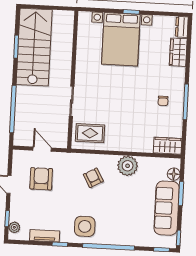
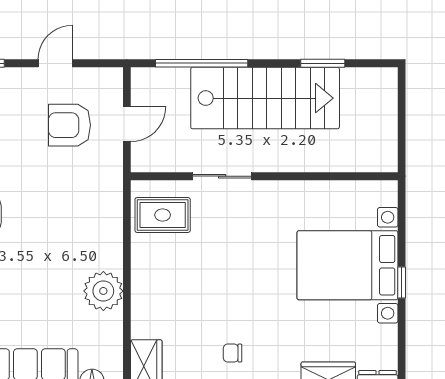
stairs: (34, 47) -> (265, 98), moved
rug: (90, 133) -> (163, 215), turned 90
armchair: (93, 178) -> (77, 226), removed
armchair: (41, 179) -> (69, 125), turned 180

